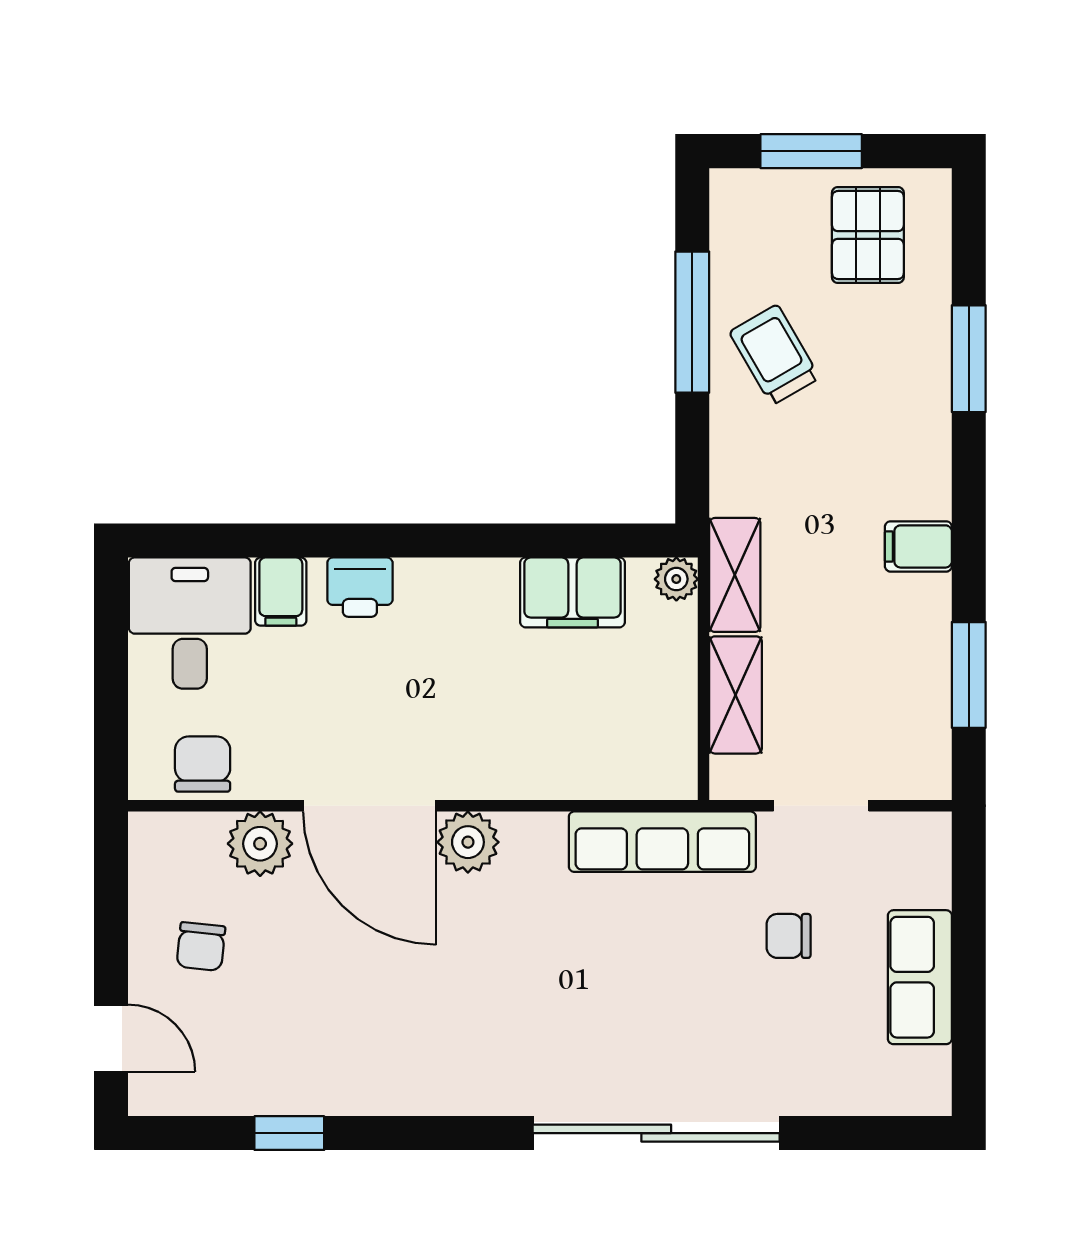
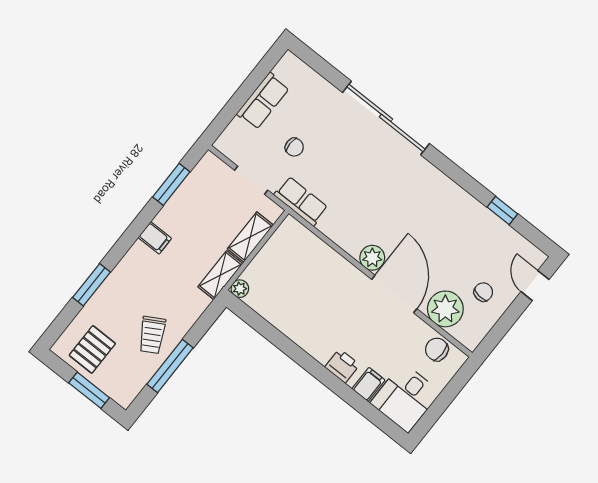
filing cabinet: (572, 592) -> (276, 311), removed
chair: (203, 764) -> (437, 349), turned 90
row of seats: (662, 842) -> (301, 201), width x0.68
plant: (260, 844) -> (445, 309), width x1.36, depth x1.36

